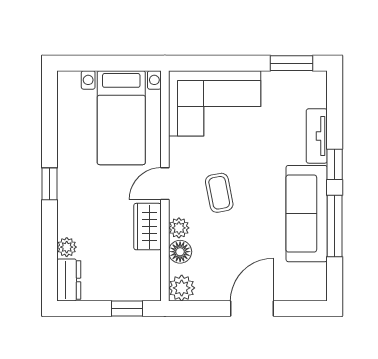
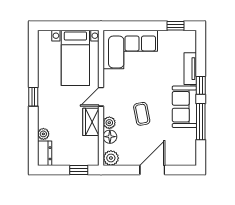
window: (292, 63) -> (175, 26), width x0.67
coffee table: (219, 193) -> (142, 114), moved
sofa: (307, 214) -> (184, 107), width x0.73

